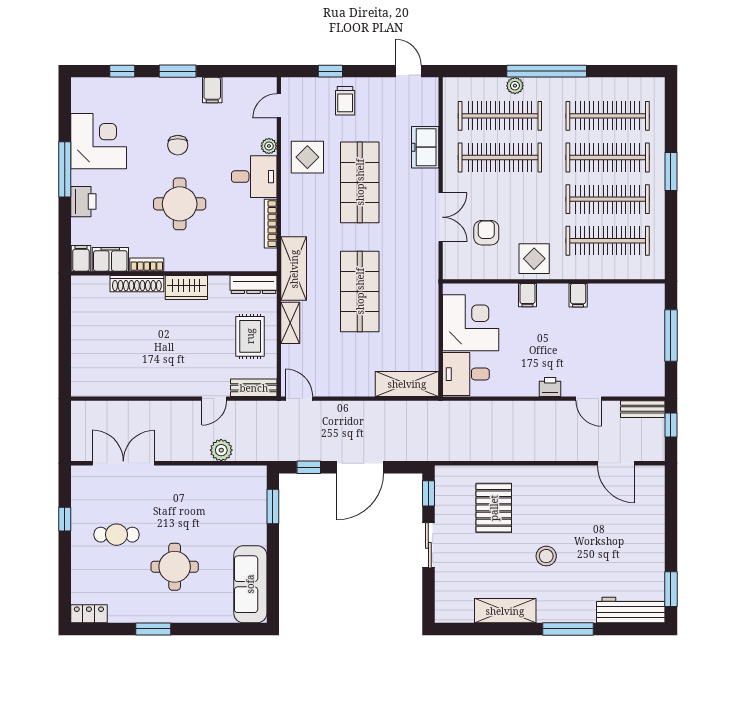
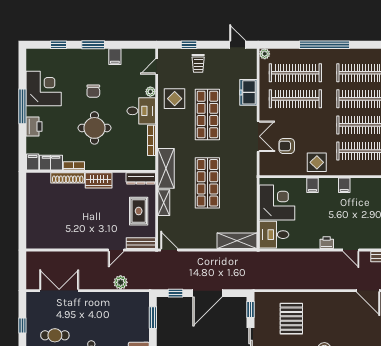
plant: (515, 86) -> (265, 54), moved
armchair: (486, 233) -> (287, 146), turned -90

